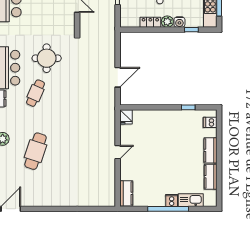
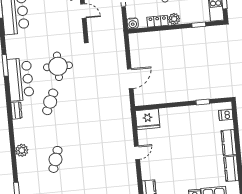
water cooler: (179, 22) -> (133, 23), moved
fridge: (126, 117) -> (148, 119), width x1.88, depth x1.34
cafe table: (36, 151) -> (55, 159), width x0.73, depth x0.74

